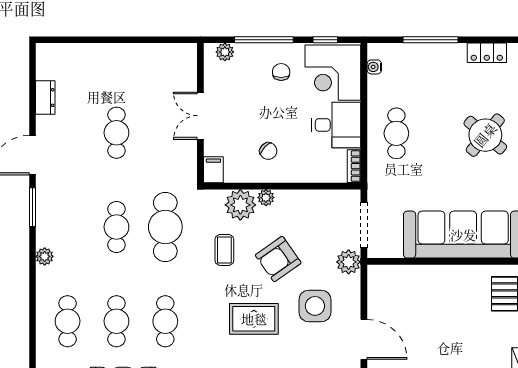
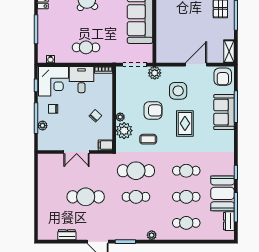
plant: (225, 52) -> (43, 126), moved
cafe table: (116, 133) -> (86, 197), width x1.37, depth x1.35
armchair: (278, 259) -> (153, 110), turned -55

